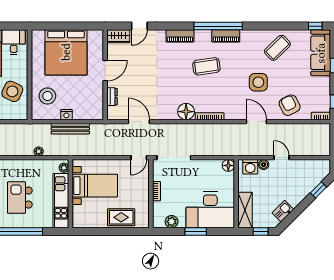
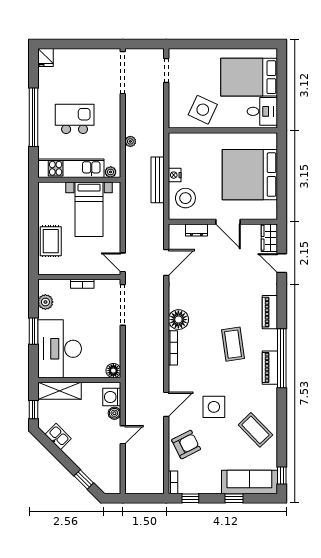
stool: (47, 96) -> (185, 198), moved

